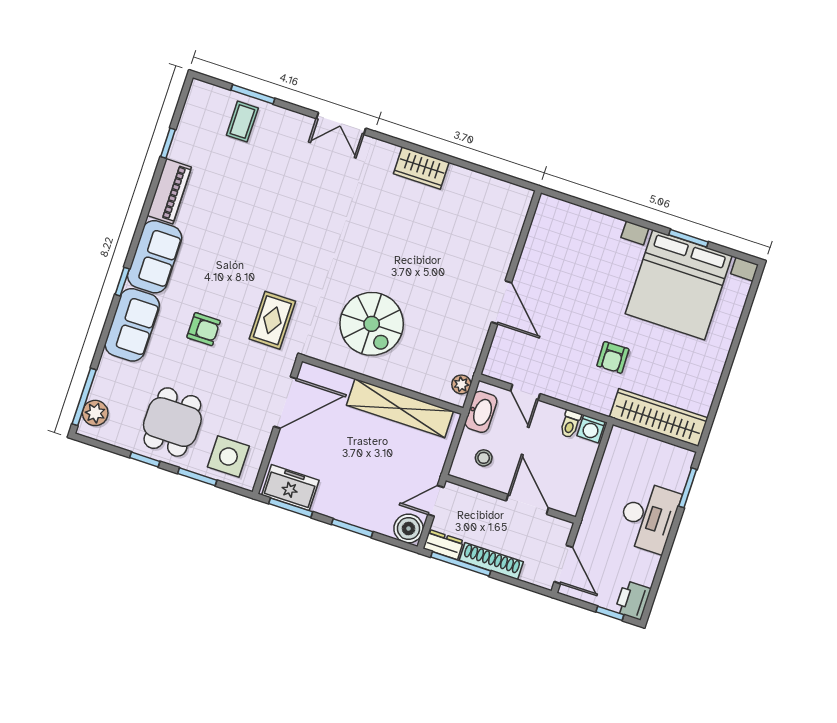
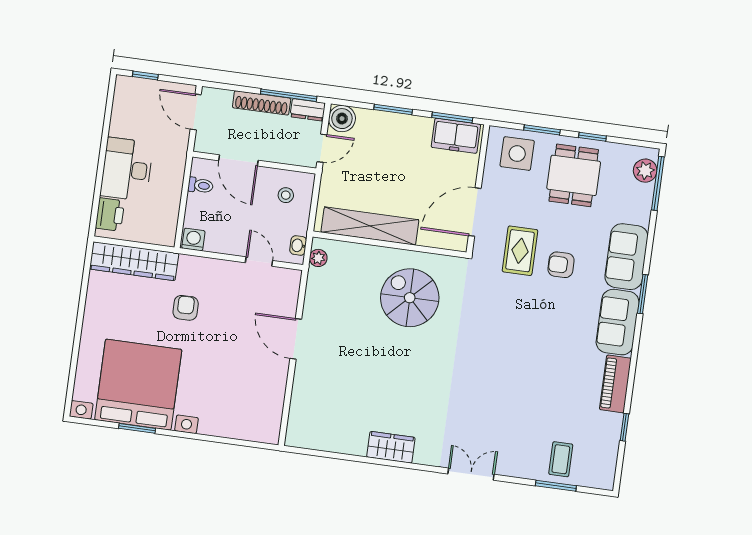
window: (122, 282) -> (643, 294), width x1.50
rug: (272, 320) -> (520, 251), moved
washbasin: (481, 412) -> (298, 245), width x0.52, depth x0.69
toilet: (570, 424) -> (201, 185), moved, turned 90
window: (688, 488) -> (96, 202), removed
printer: (633, 600) -> (110, 214), moved

